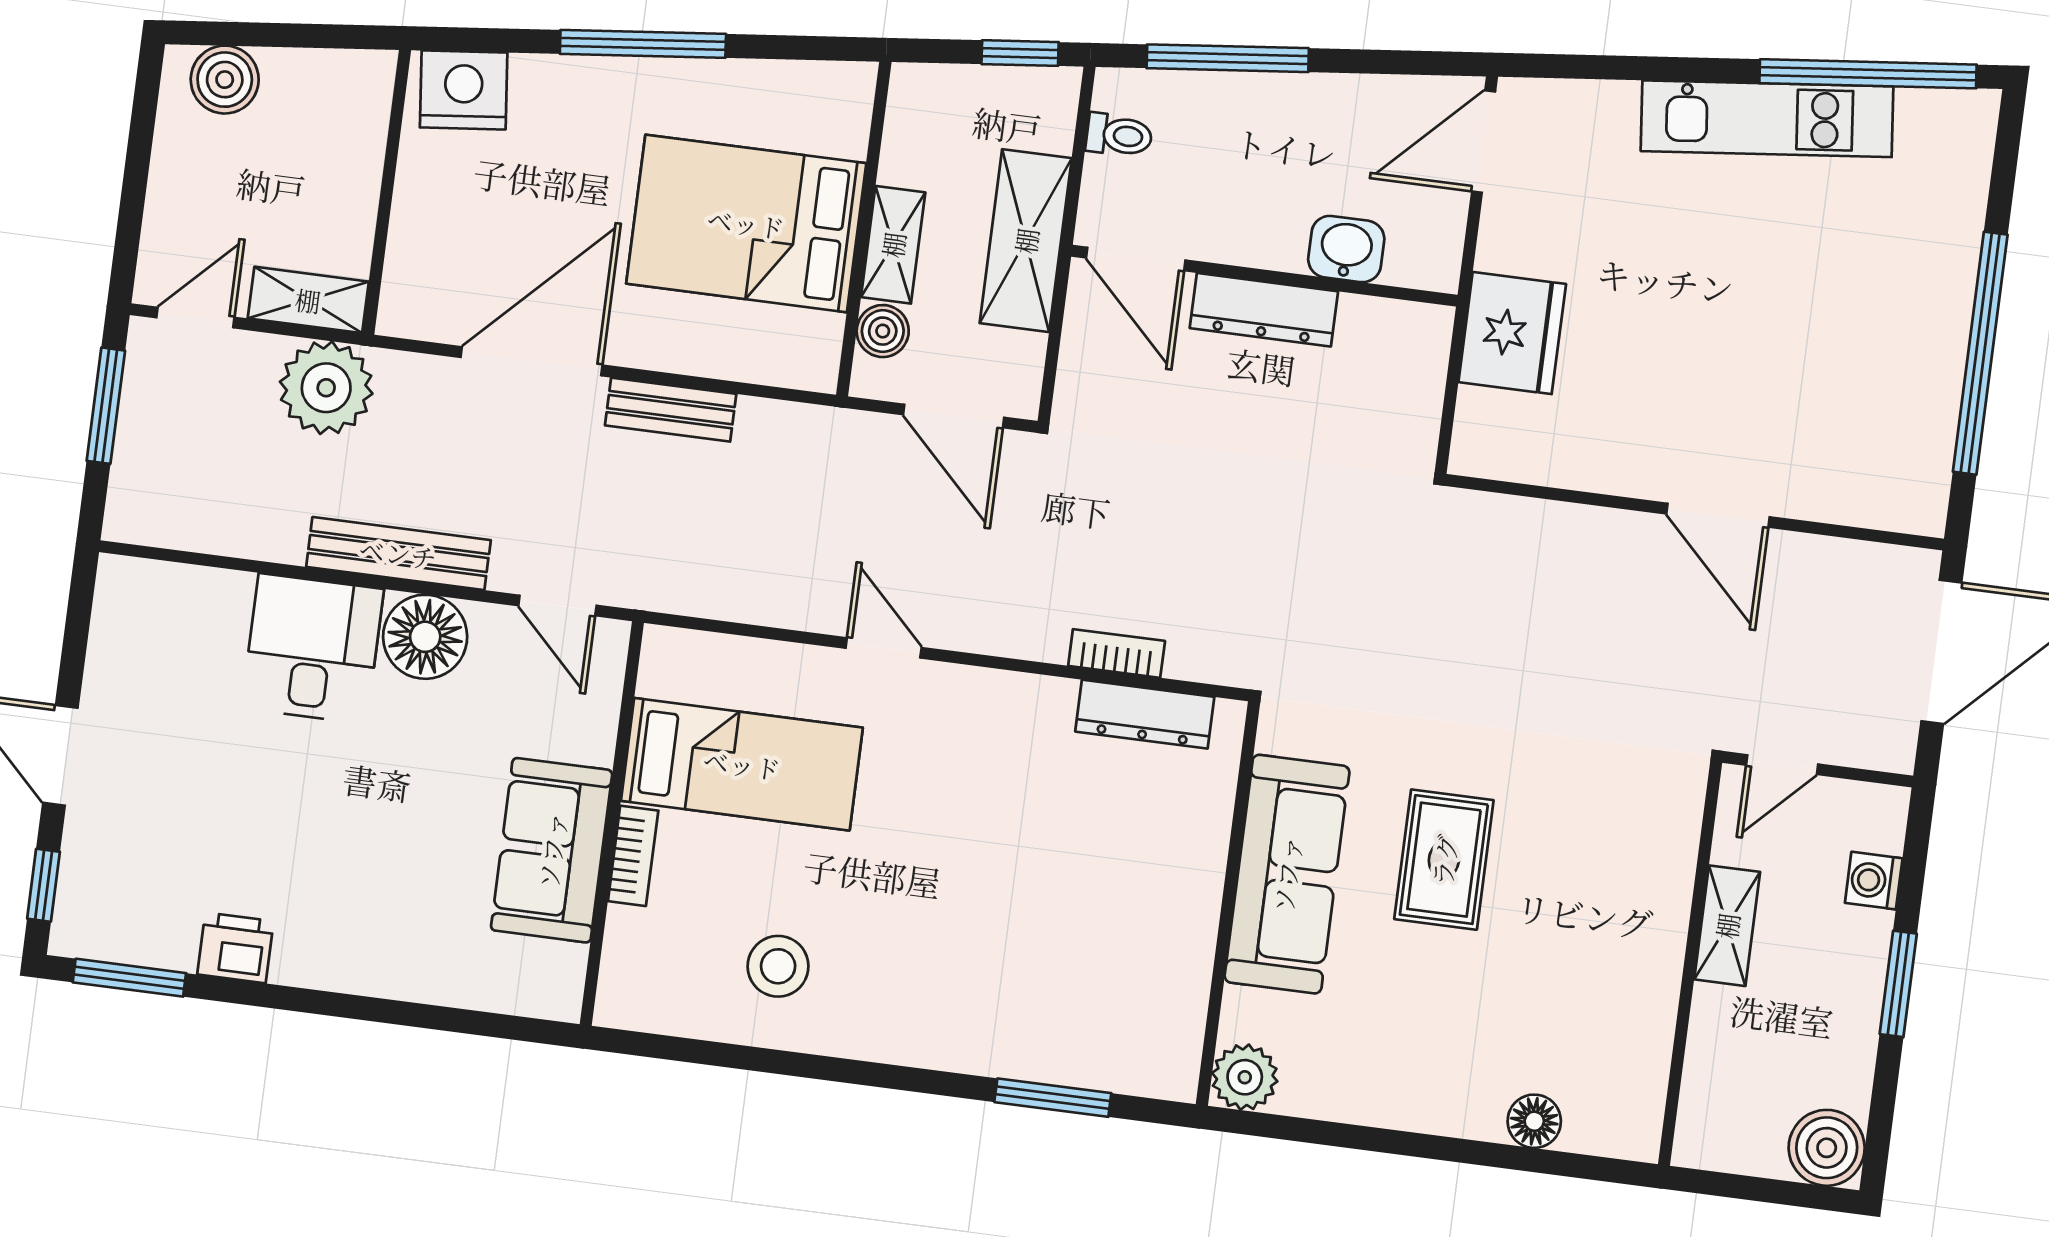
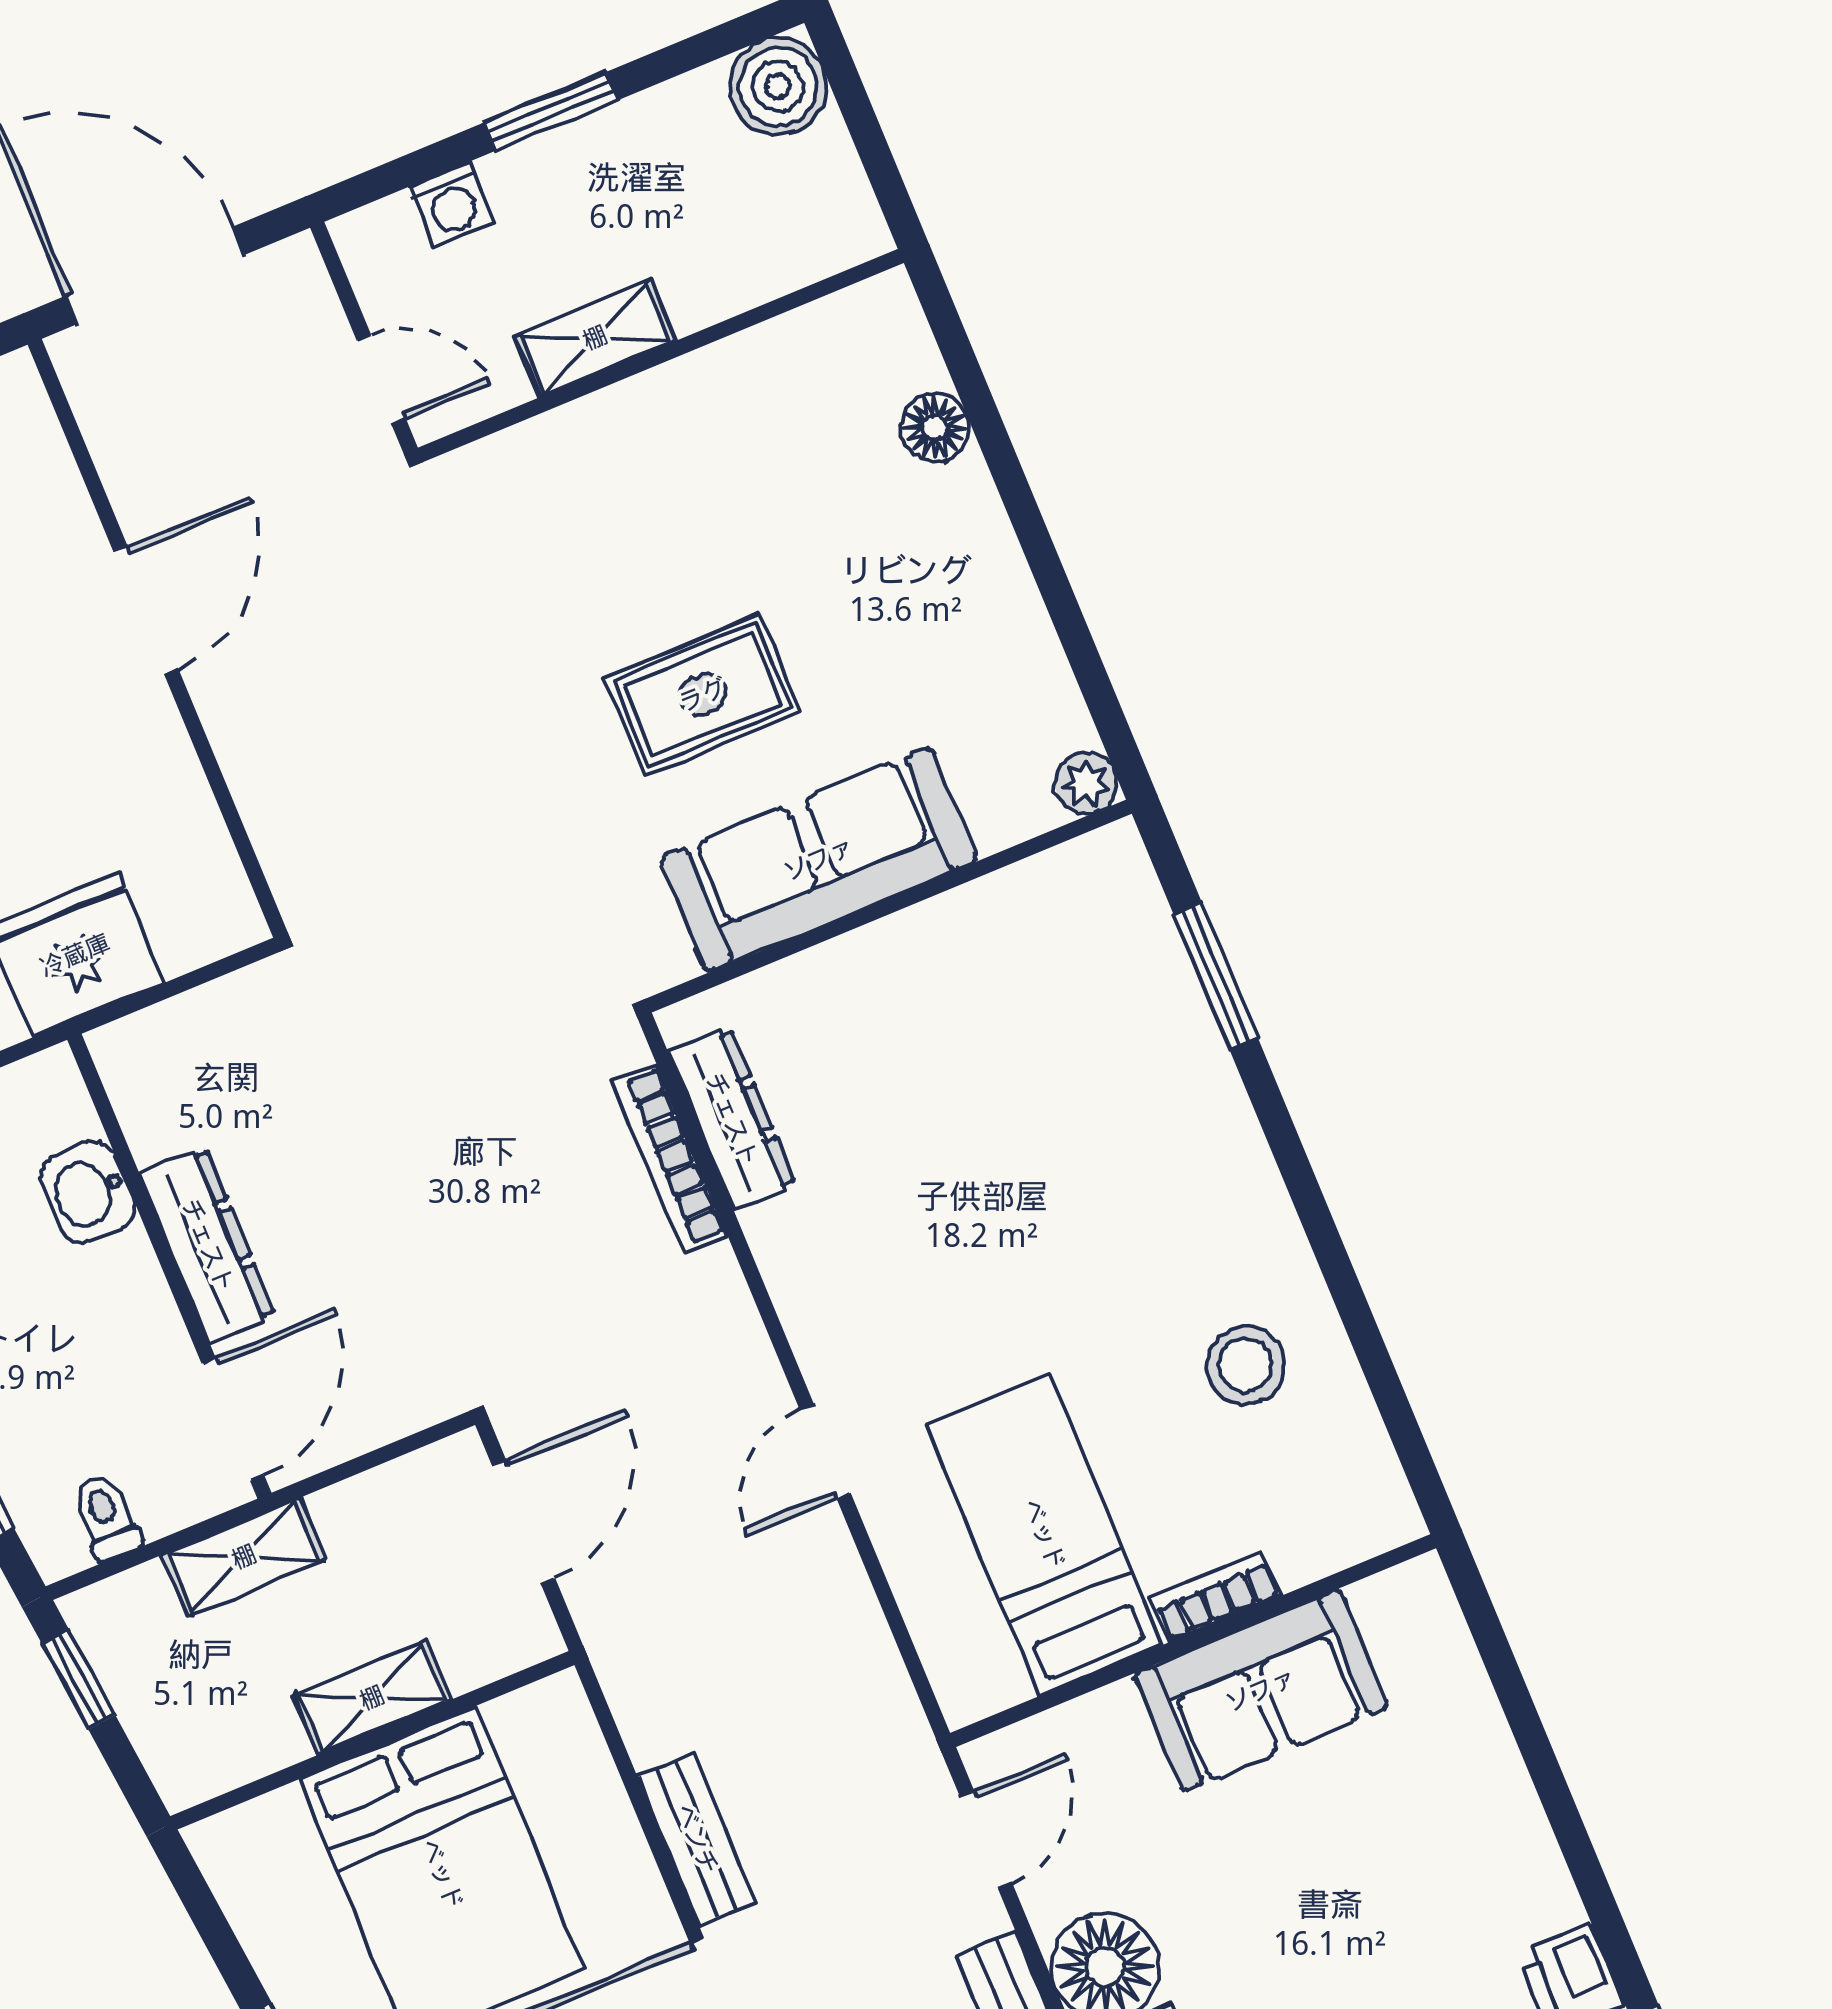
shelving: (1026, 241) -> (244, 1557), width x0.67, depth x0.75
boiler: (883, 331) -> (474, 1654), removed
bookcase: (1117, 653) -> (670, 1158), width x1.56
plant: (1245, 1077) -> (1086, 783), width x0.73, depth x0.73

